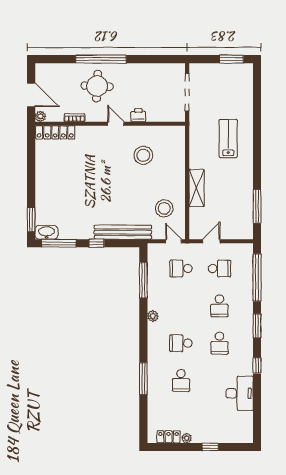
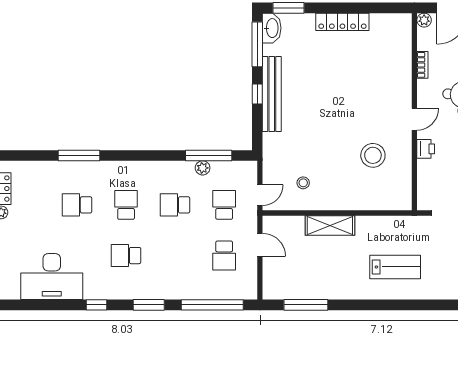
locker: (55, 132) -> (342, 22), moved, turned -90
stool: (164, 208) -> (303, 183), width x0.53, depth x0.53
bench: (123, 232) -> (272, 94), moved
school desk: (219, 306) -> (175, 205), moved
plant: (153, 316) -> (203, 168), moved
desk: (240, 393) -> (52, 277), width x1.36, depth x1.30

